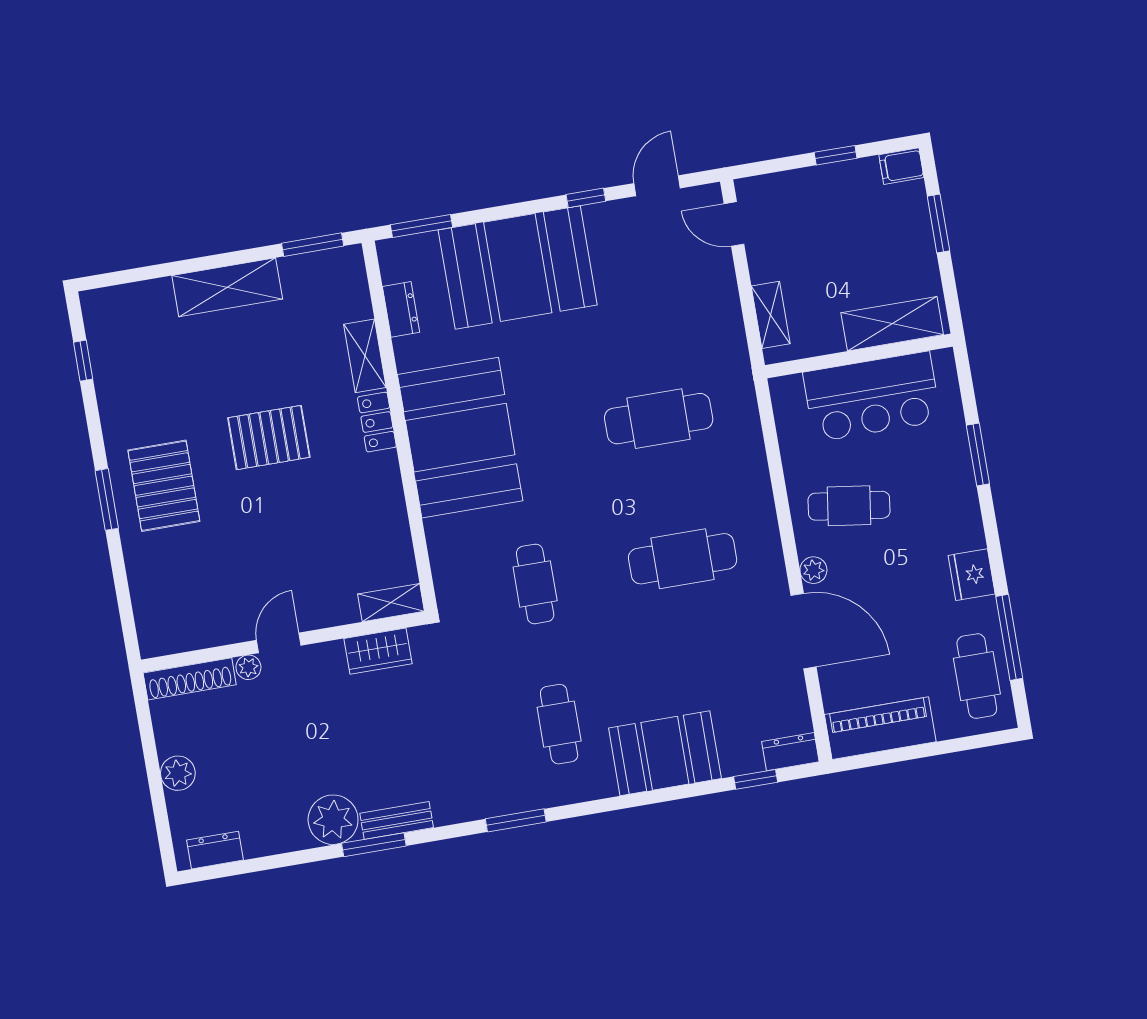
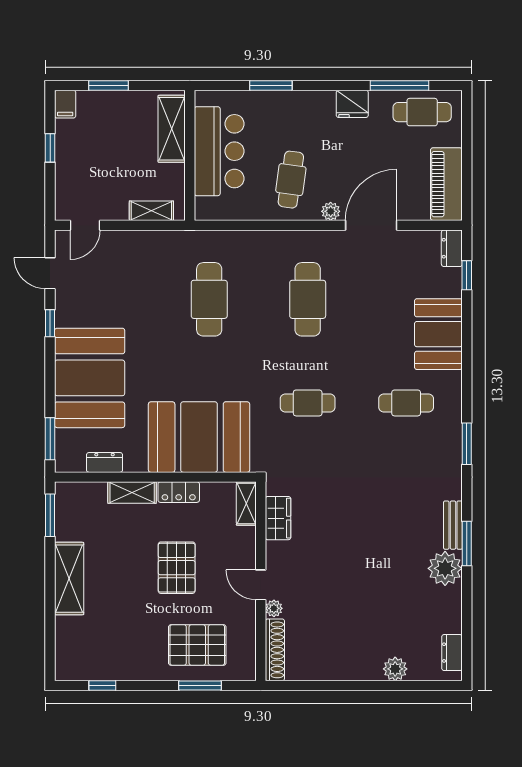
shelving: (391, 603) -> (246, 504), moved
wall: (284, 642) -> (261, 581), moved
door: (279, 643) -> (261, 585), moved
wardrobe: (378, 651) -> (278, 518), moved
plant: (248, 667) -> (274, 608), moved
shoe rack: (190, 679) -> (275, 650), moved

